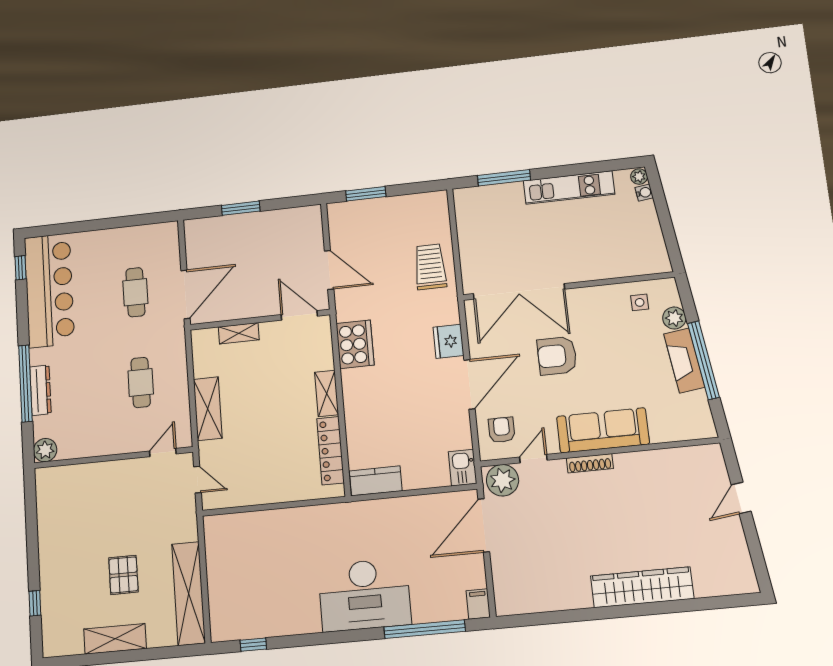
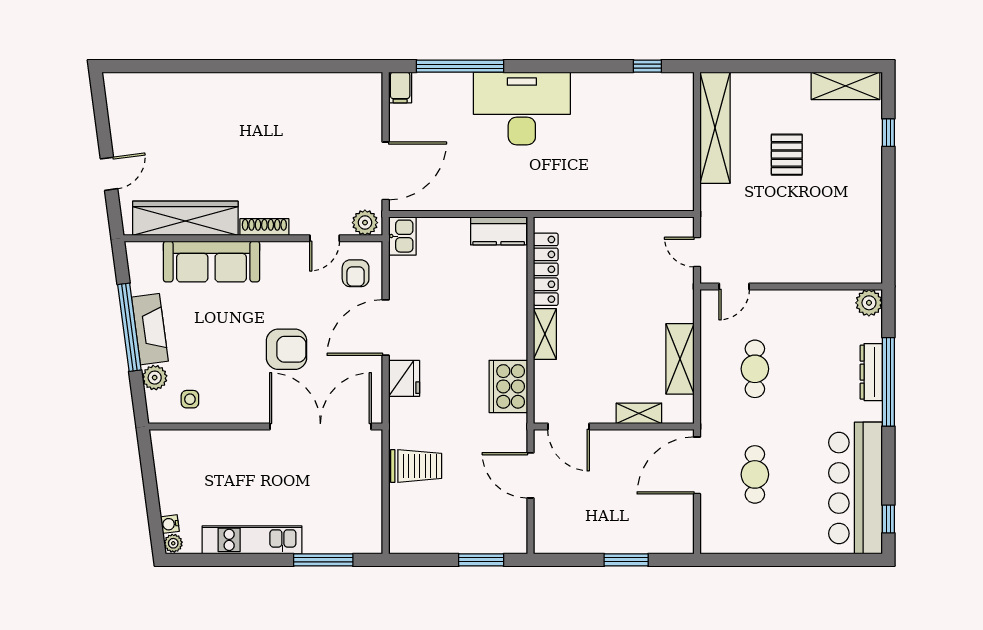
trolley: (430, 267) -> (416, 466), turned -90
shelving: (208, 409) -> (680, 359), moved
sofa: (603, 430) -> (211, 262), moved
plant: (503, 480) -> (365, 223), width x0.73, depth x0.73
wardrobe: (642, 587) -> (185, 218), moved, turned 180
shelving: (115, 639) -> (846, 86), moved

